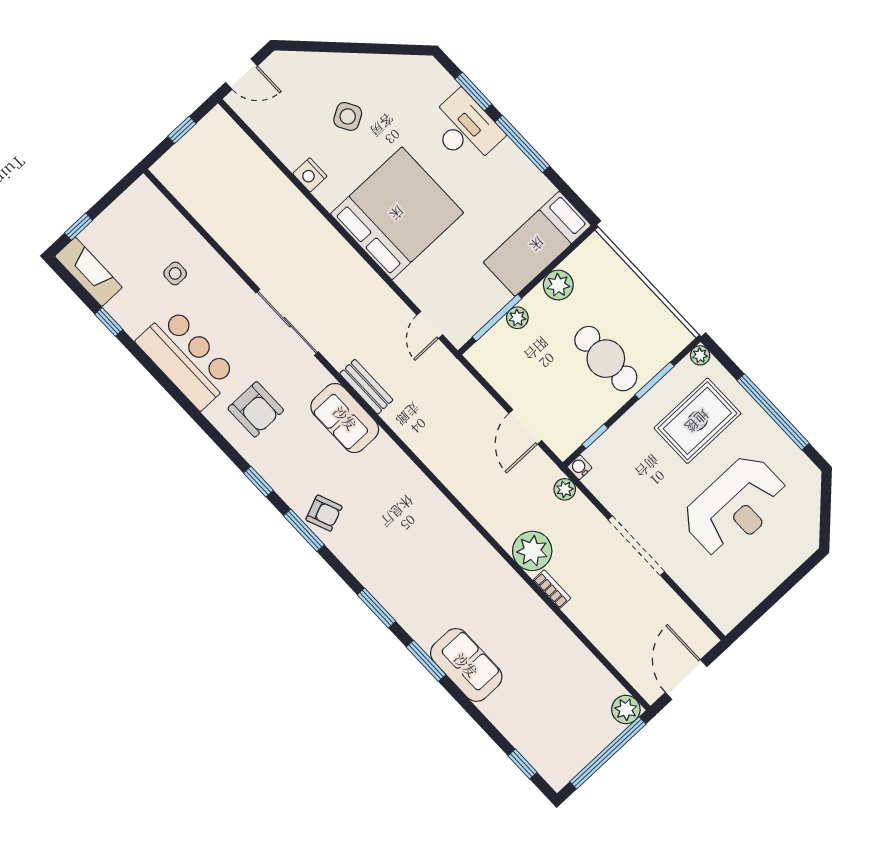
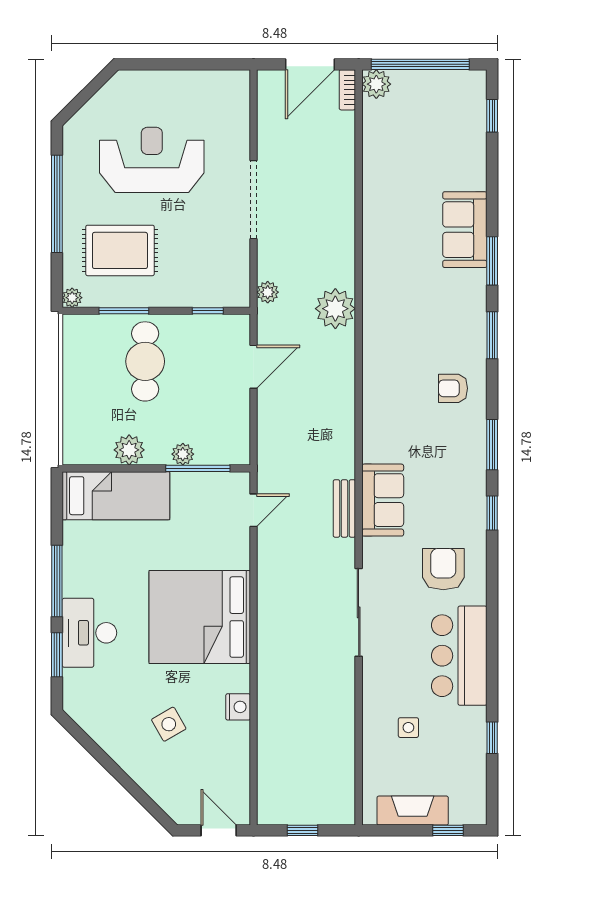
fireplace: (89, 272) -> (413, 811), moved, turned 90
water cooler: (580, 467) -> (241, 298), removed
armchair: (324, 513) -> (453, 388), moved, turned -68
plant: (532, 551) -> (335, 309), moved
bookcase: (552, 589) -> (347, 90), moved

